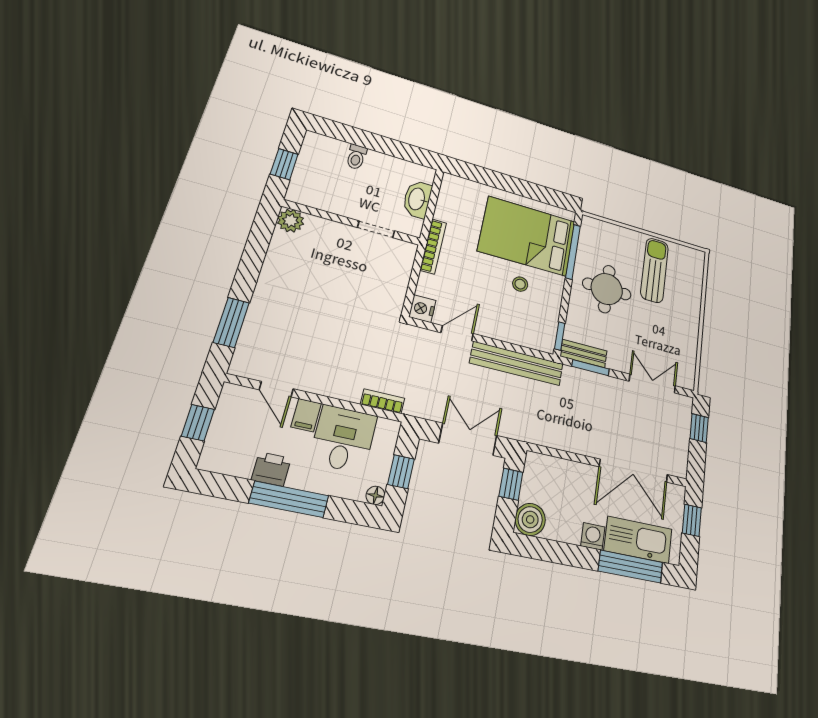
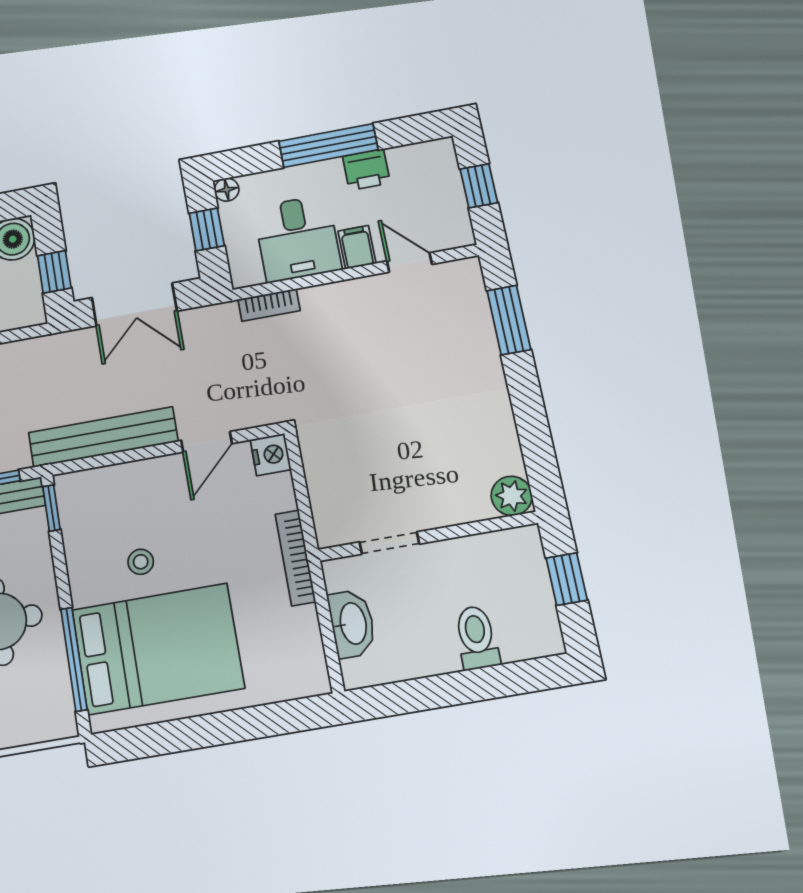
toilet: (356, 157) -> (477, 638), width x1.37, depth x1.39

